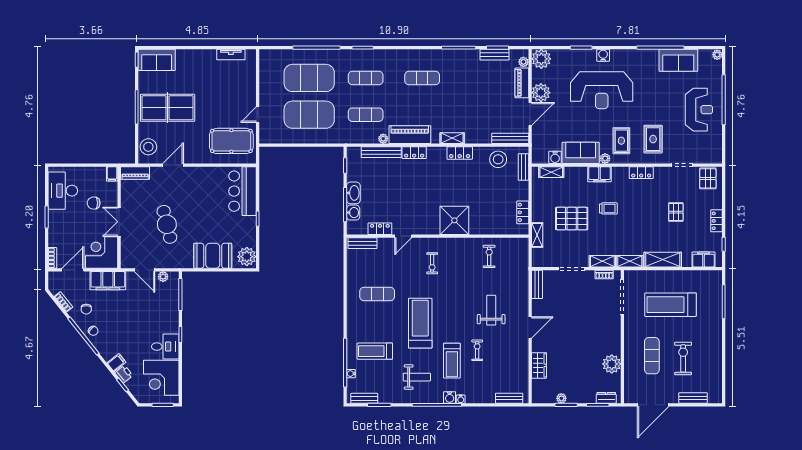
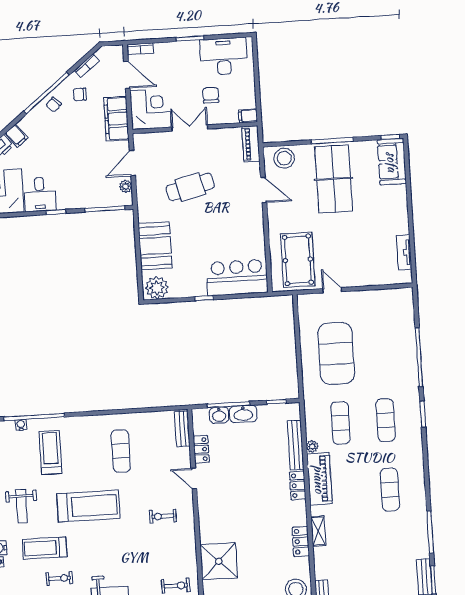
exercise mat: (309, 78) -> (381, 351), removed
shower: (454, 220) -> (219, 561), moved

